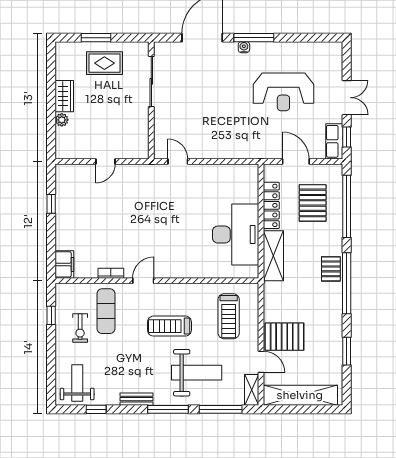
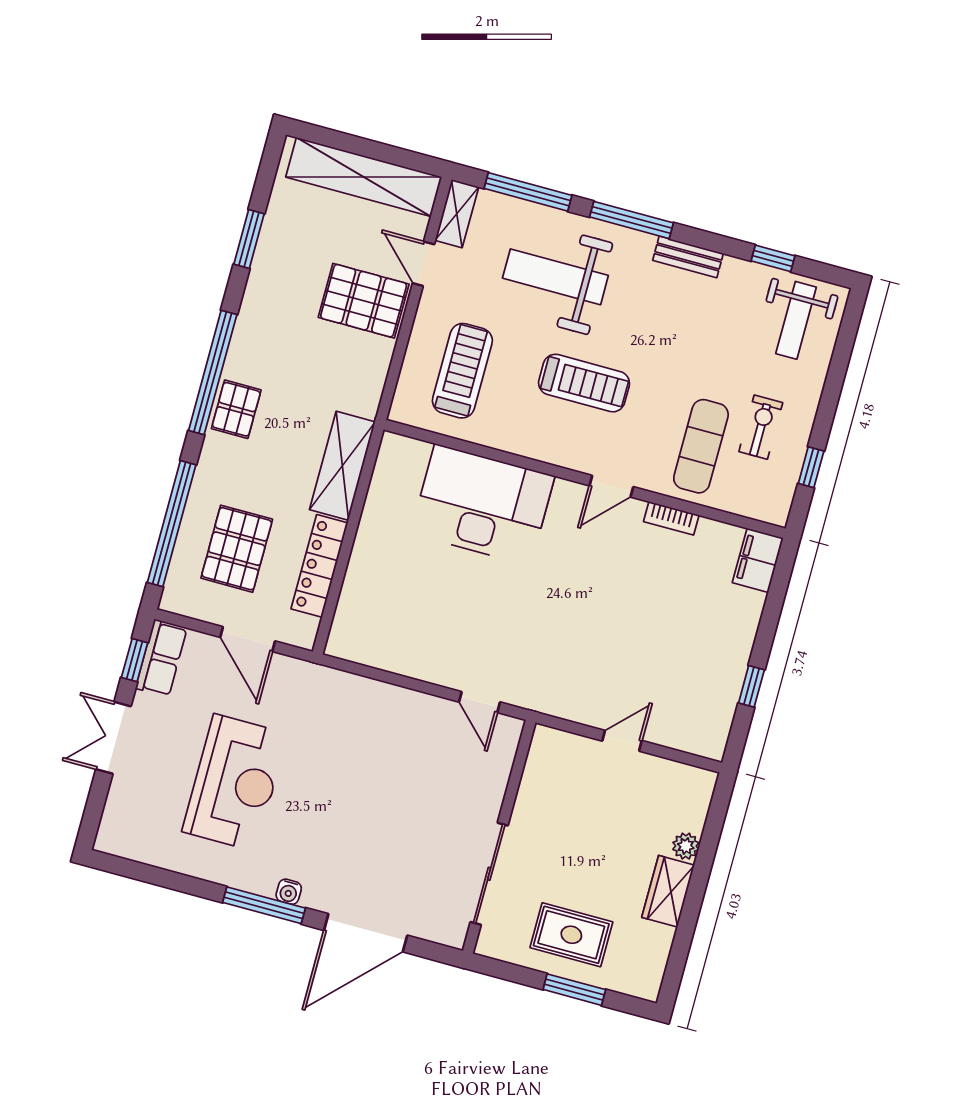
reception desk: (283, 92) -> (235, 783), turned 90
desk: (236, 235) -> (483, 505), moved, turned 90

